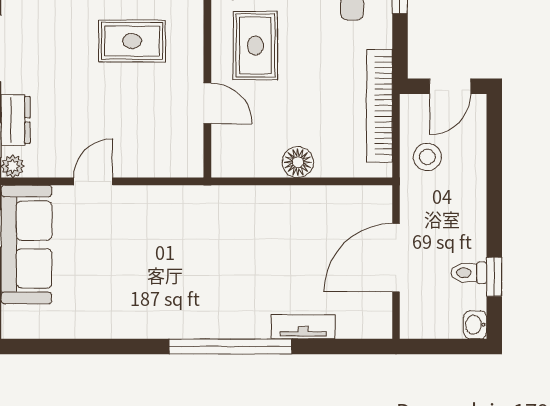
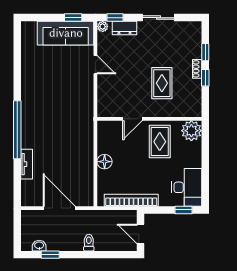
rug: (255, 46) -> (160, 142), turned 90
stool: (427, 157) -> (107, 223), removed
toilet: (469, 273) -> (89, 243), moved
washbasin: (475, 325) -> (39, 246), moved

